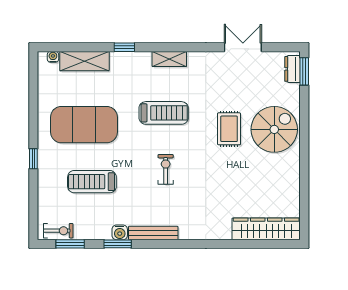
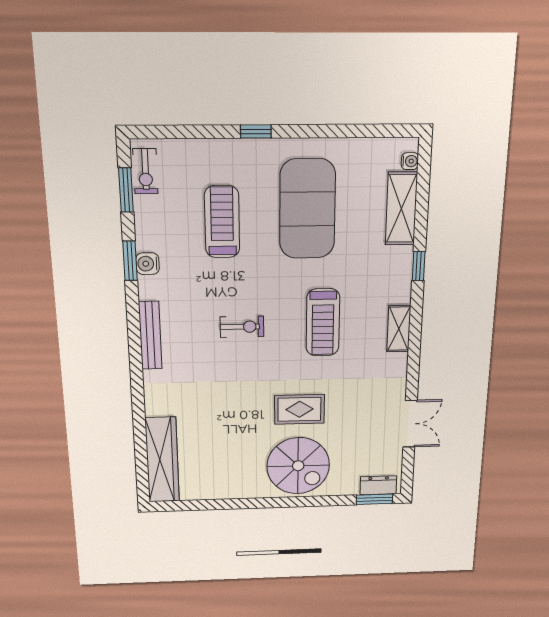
bench: (153, 233) -> (150, 335), moved

